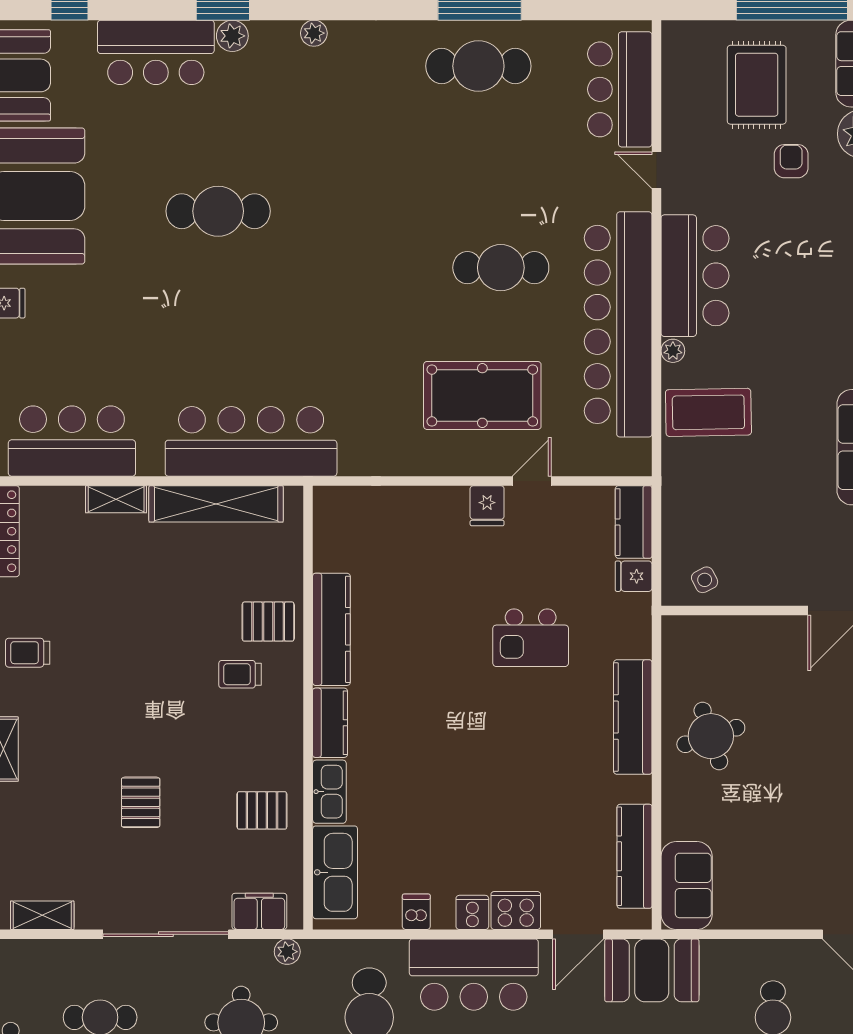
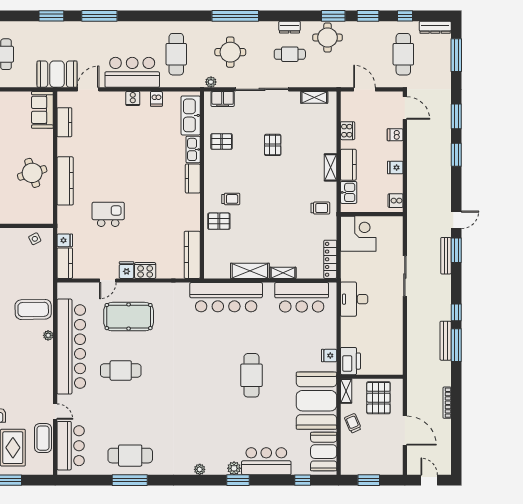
coffee table: (685, 107) -> (43, 438), added
cafe table: (218, 211) -> (251, 375), moved, turned 90
bar counter: (695, 276) -> (39, 367), removed
shelving: (216, 504) -> (250, 271), width x0.68
kitchen counter: (331, 629) -> (192, 255), moved
kitchen counter: (634, 856) -> (64, 122), width x0.67
cooker: (516, 910) -> (145, 270), moved, turned 180

